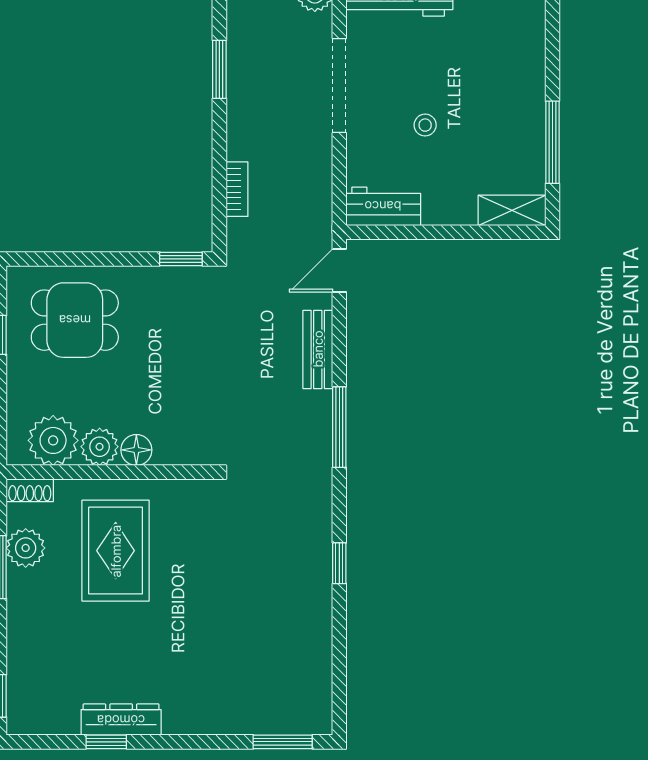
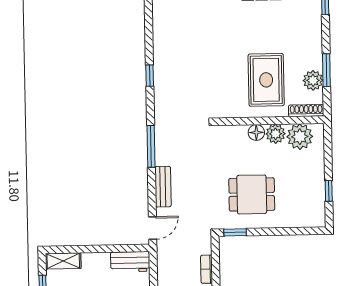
dining table: (75, 320) -> (252, 194), moved
shoe rack: (30, 490) -> (306, 111), width x1.43

